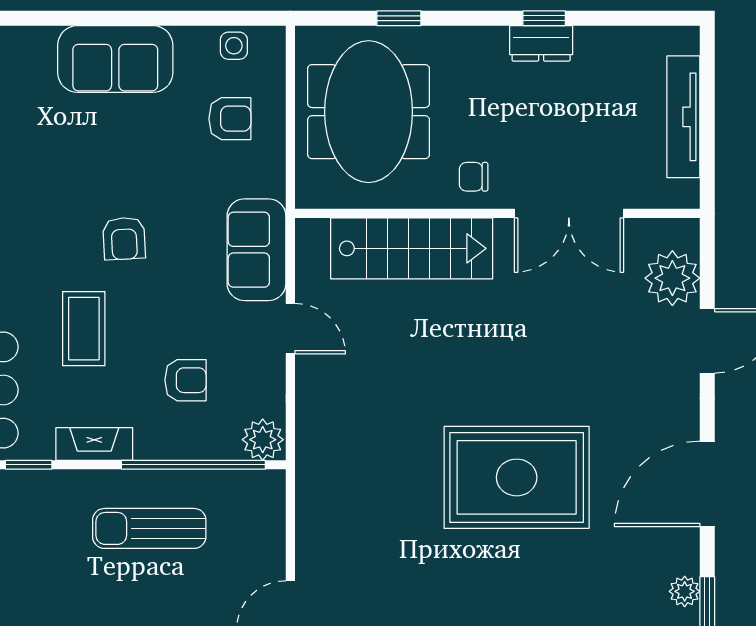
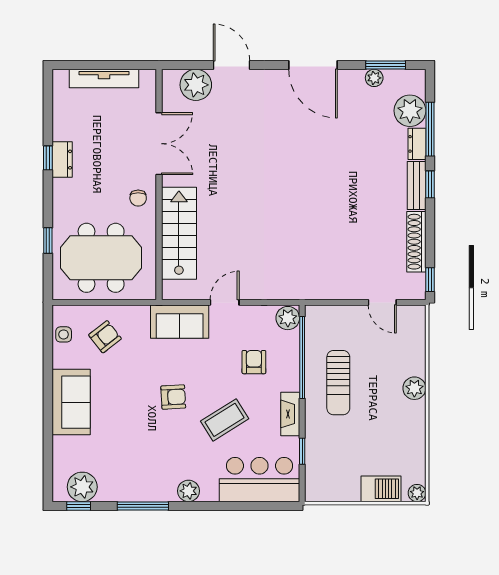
armchair: (230, 119) -> (105, 337), turned 52
coffee table: (84, 329) -> (225, 420), turned -32
rug: (517, 477) -> (309, 174), removed

